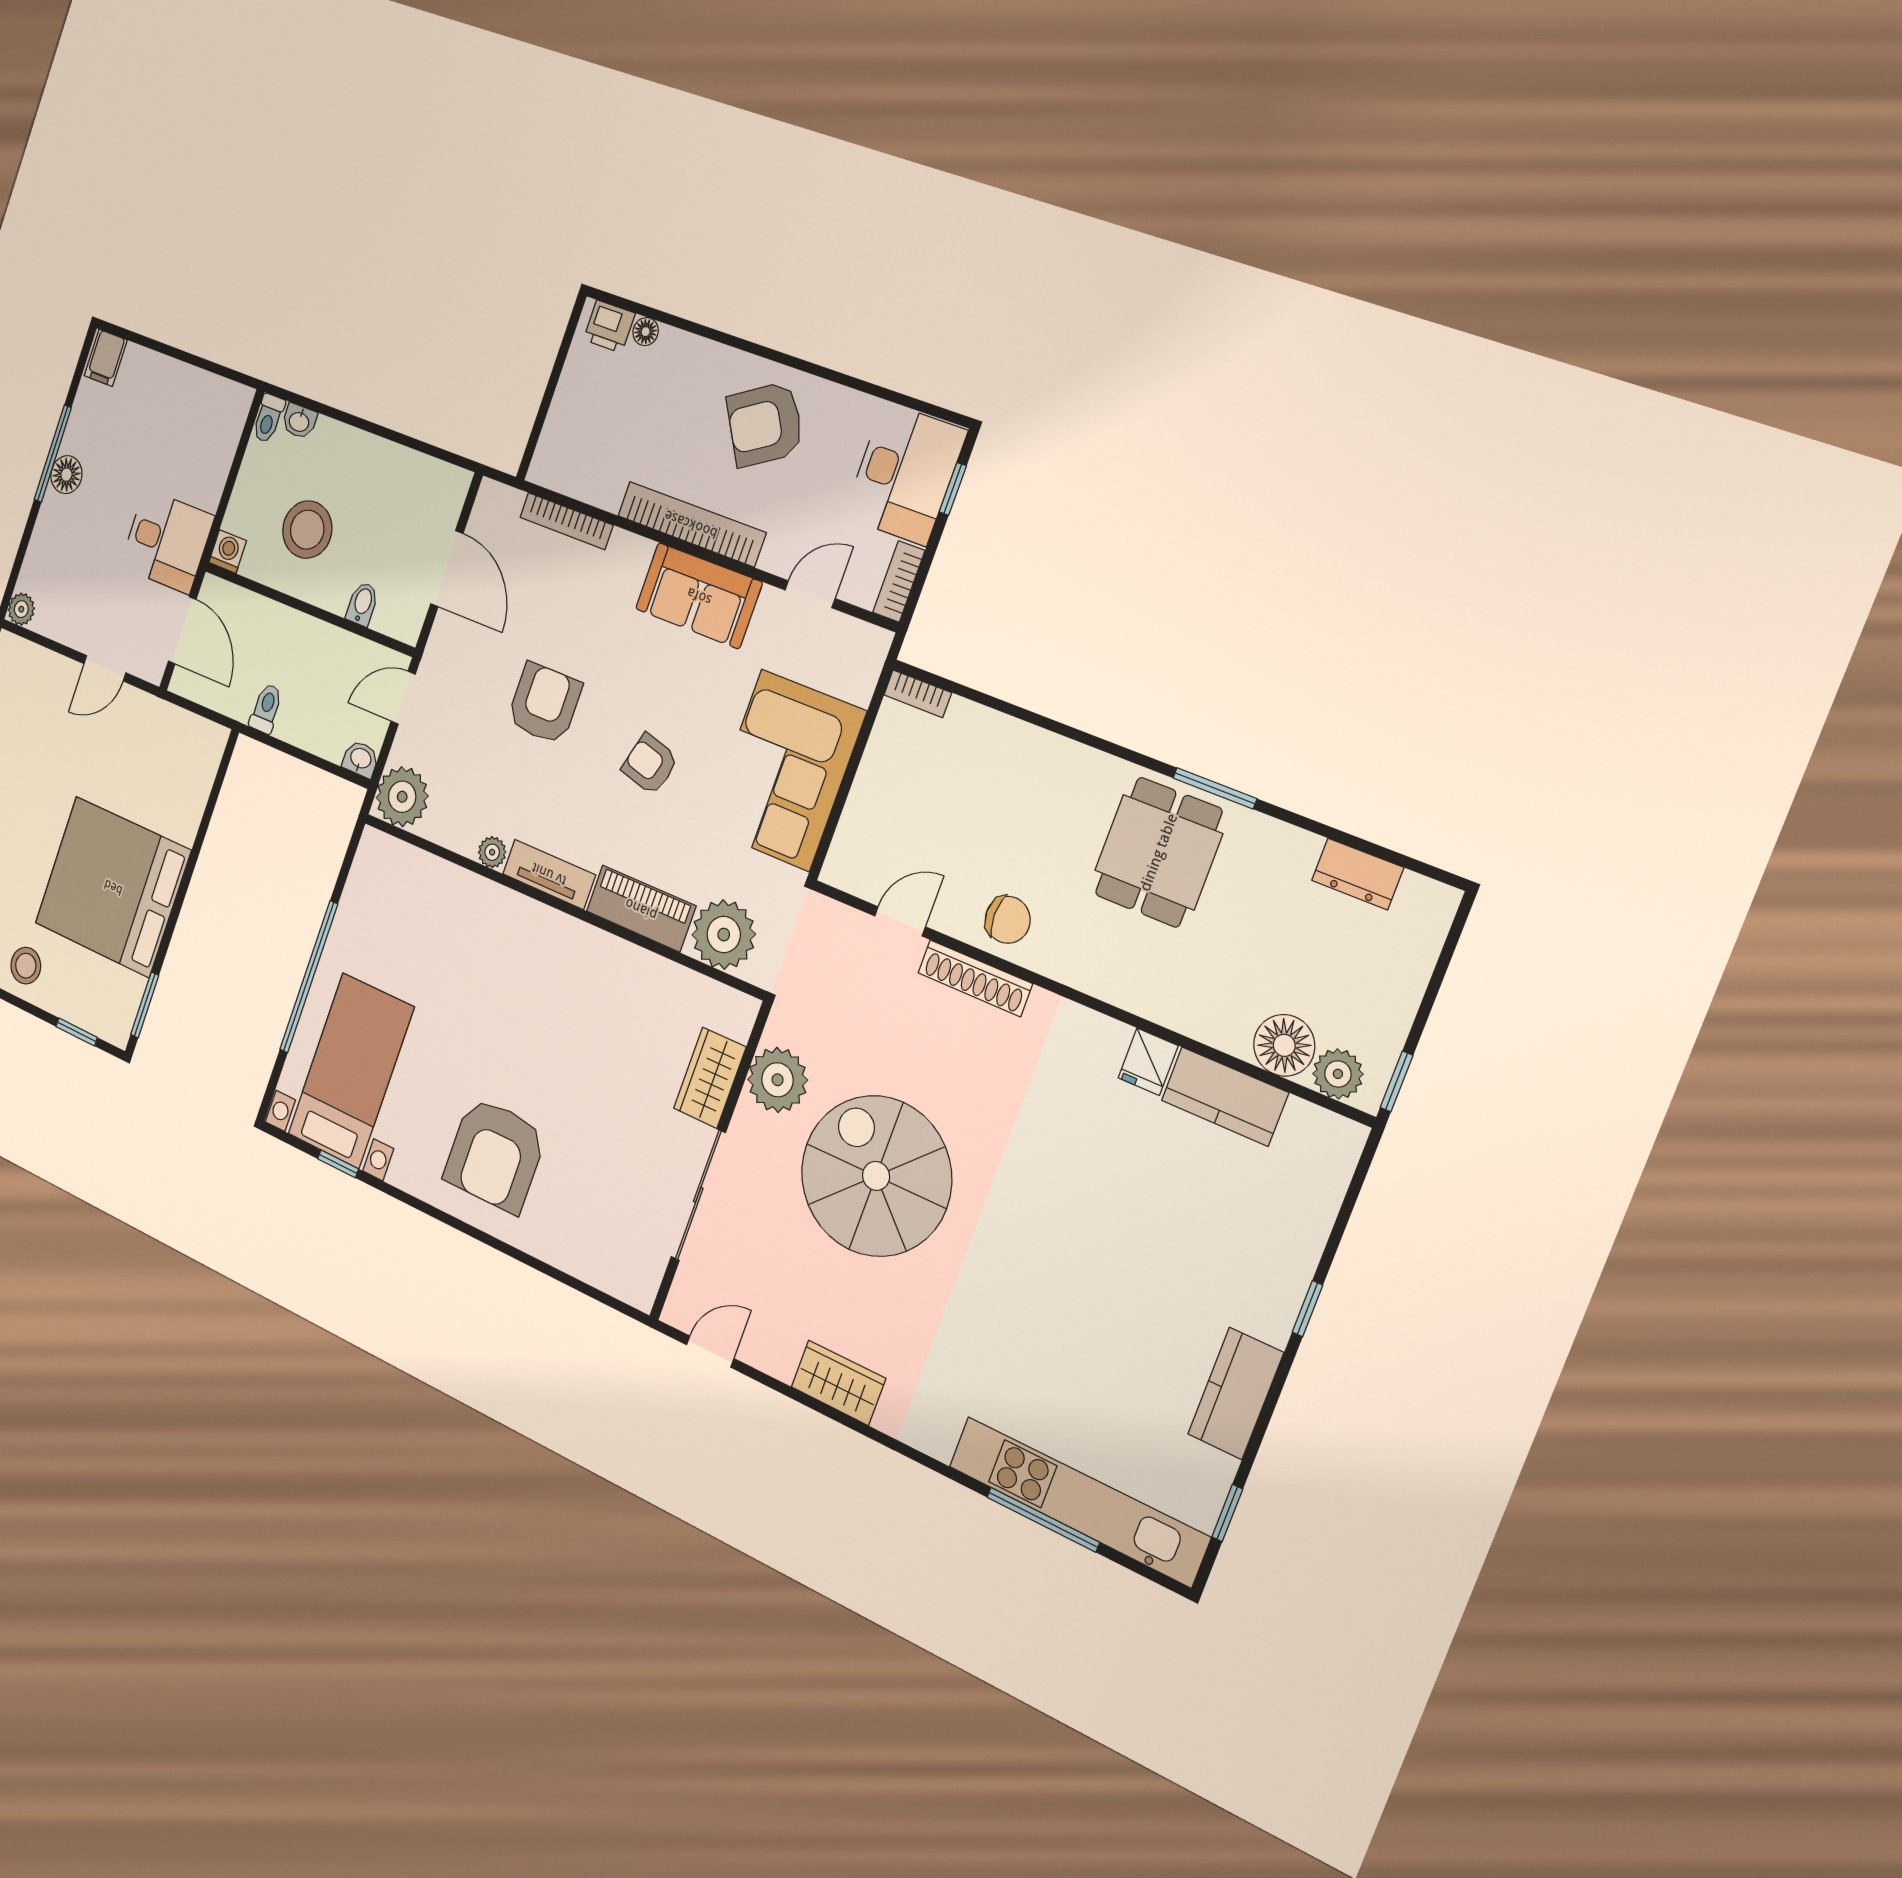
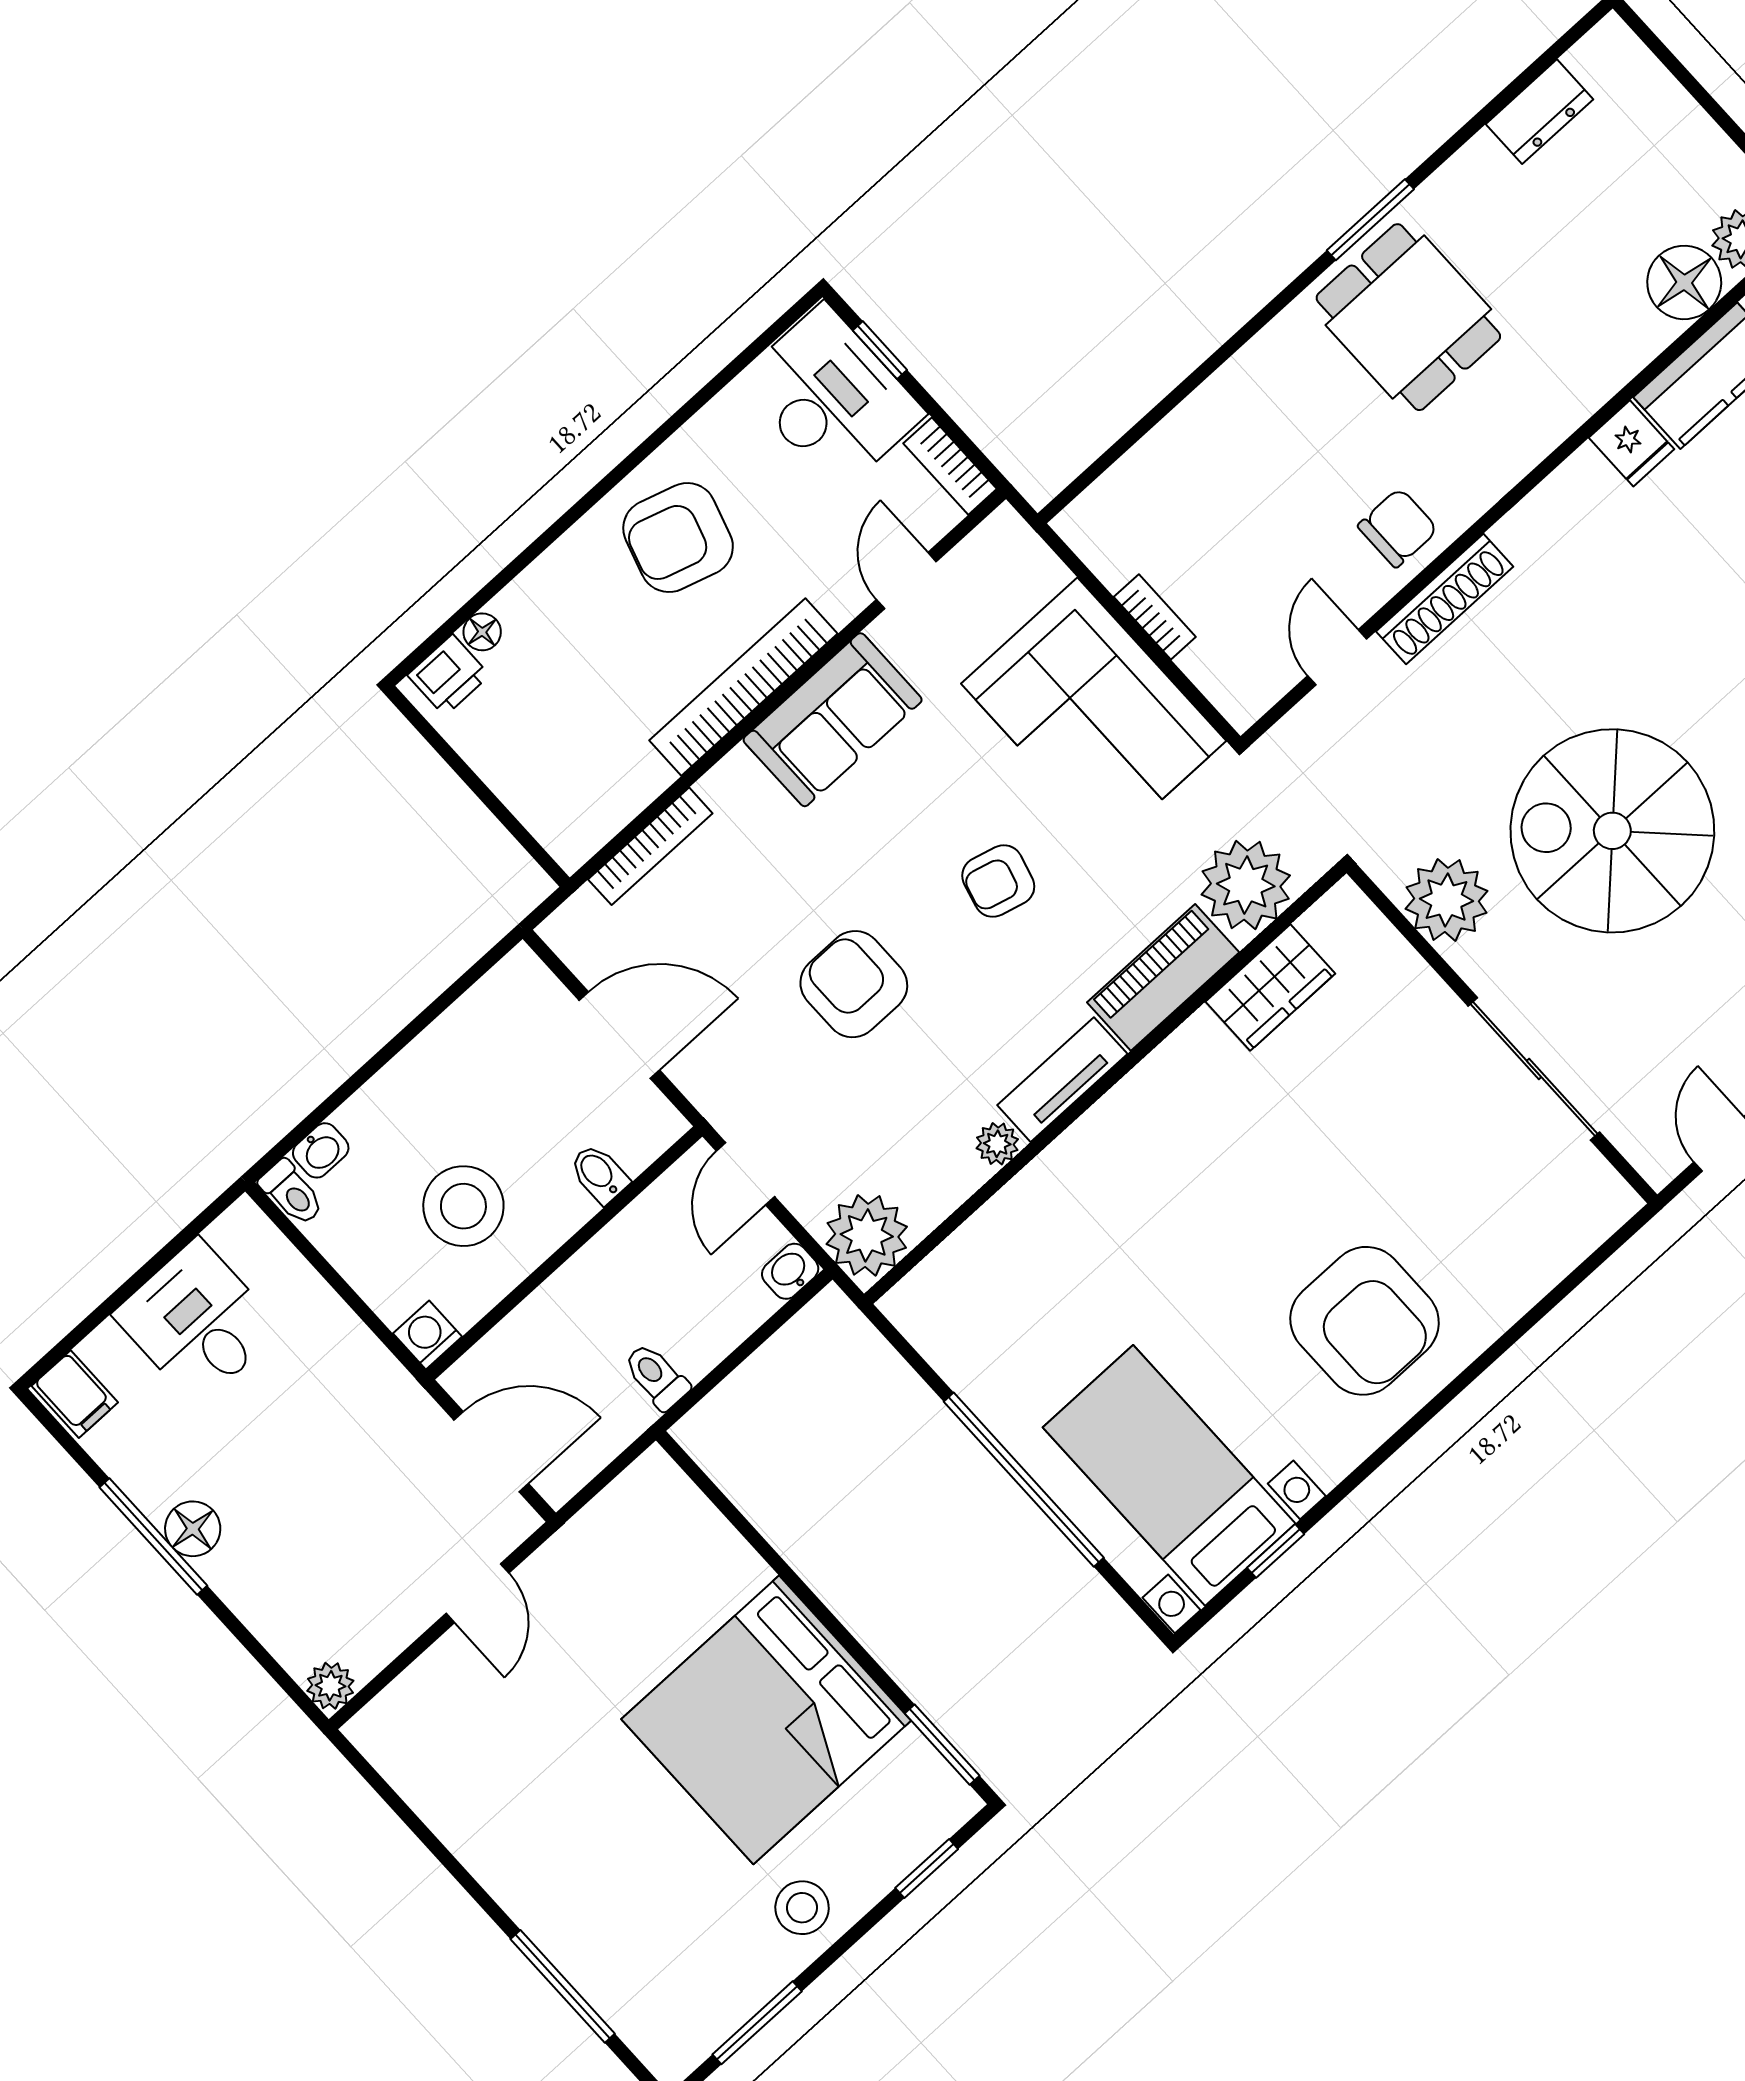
armchair: (765, 424) -> (678, 538), turned 48
desk: (167, 541) -> (197, 1322), moved, turned -90
bookcase: (918, 694) -> (1155, 617), moved, turned -90
wardrobe: (710, 1078) -> (1270, 988), moved, turned -90

